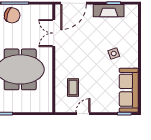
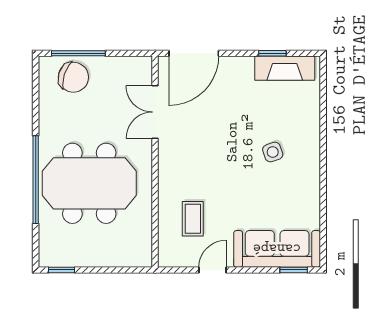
fireplace: (109, 11) -> (285, 68), moved
sofa: (129, 90) -> (277, 249), moved, turned 90

